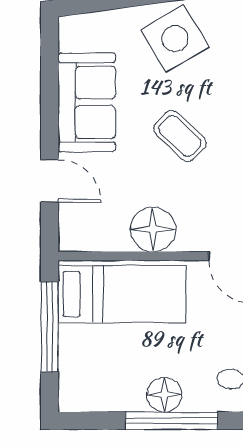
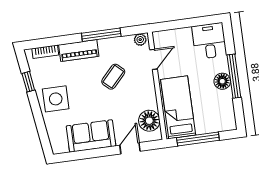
side table: (175, 38) -> (56, 99), turned 31
coffee table: (180, 136) -> (113, 77), moved
floor lamp: (153, 229) -> (149, 121), moved

